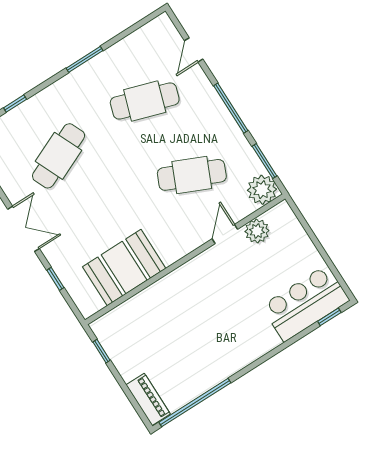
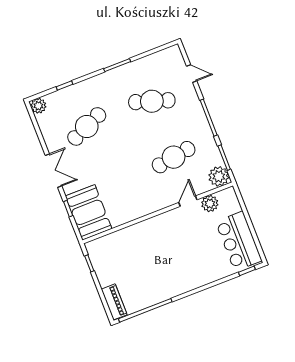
door: (194, 50) -> (192, 74), swing flipped
cafe table: (192, 175) -> (174, 157), turned -33
booth: (124, 268) -> (89, 212), moved, turned 90
bar counter: (305, 303) -> (239, 241), moved, turned -90

